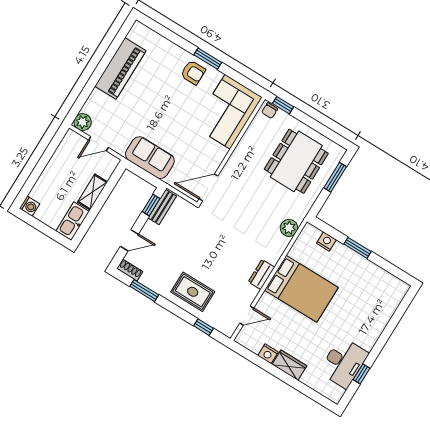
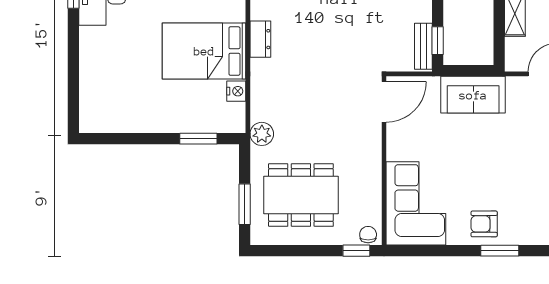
window: (208, 59) -> (500, 251), moved
dining table: (296, 161) -> (301, 195), turned 90
plant: (289, 228) -> (262, 134), moved
nightstand: (326, 241) -> (236, 91), moved, turned -90
window: (357, 248) -> (198, 139), moved

